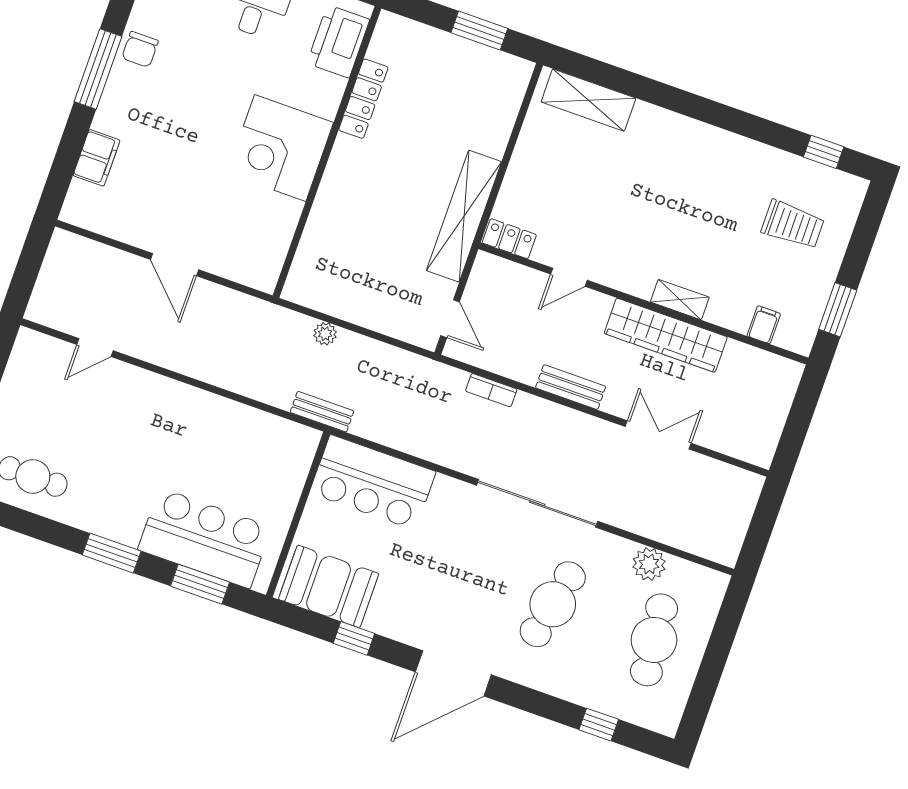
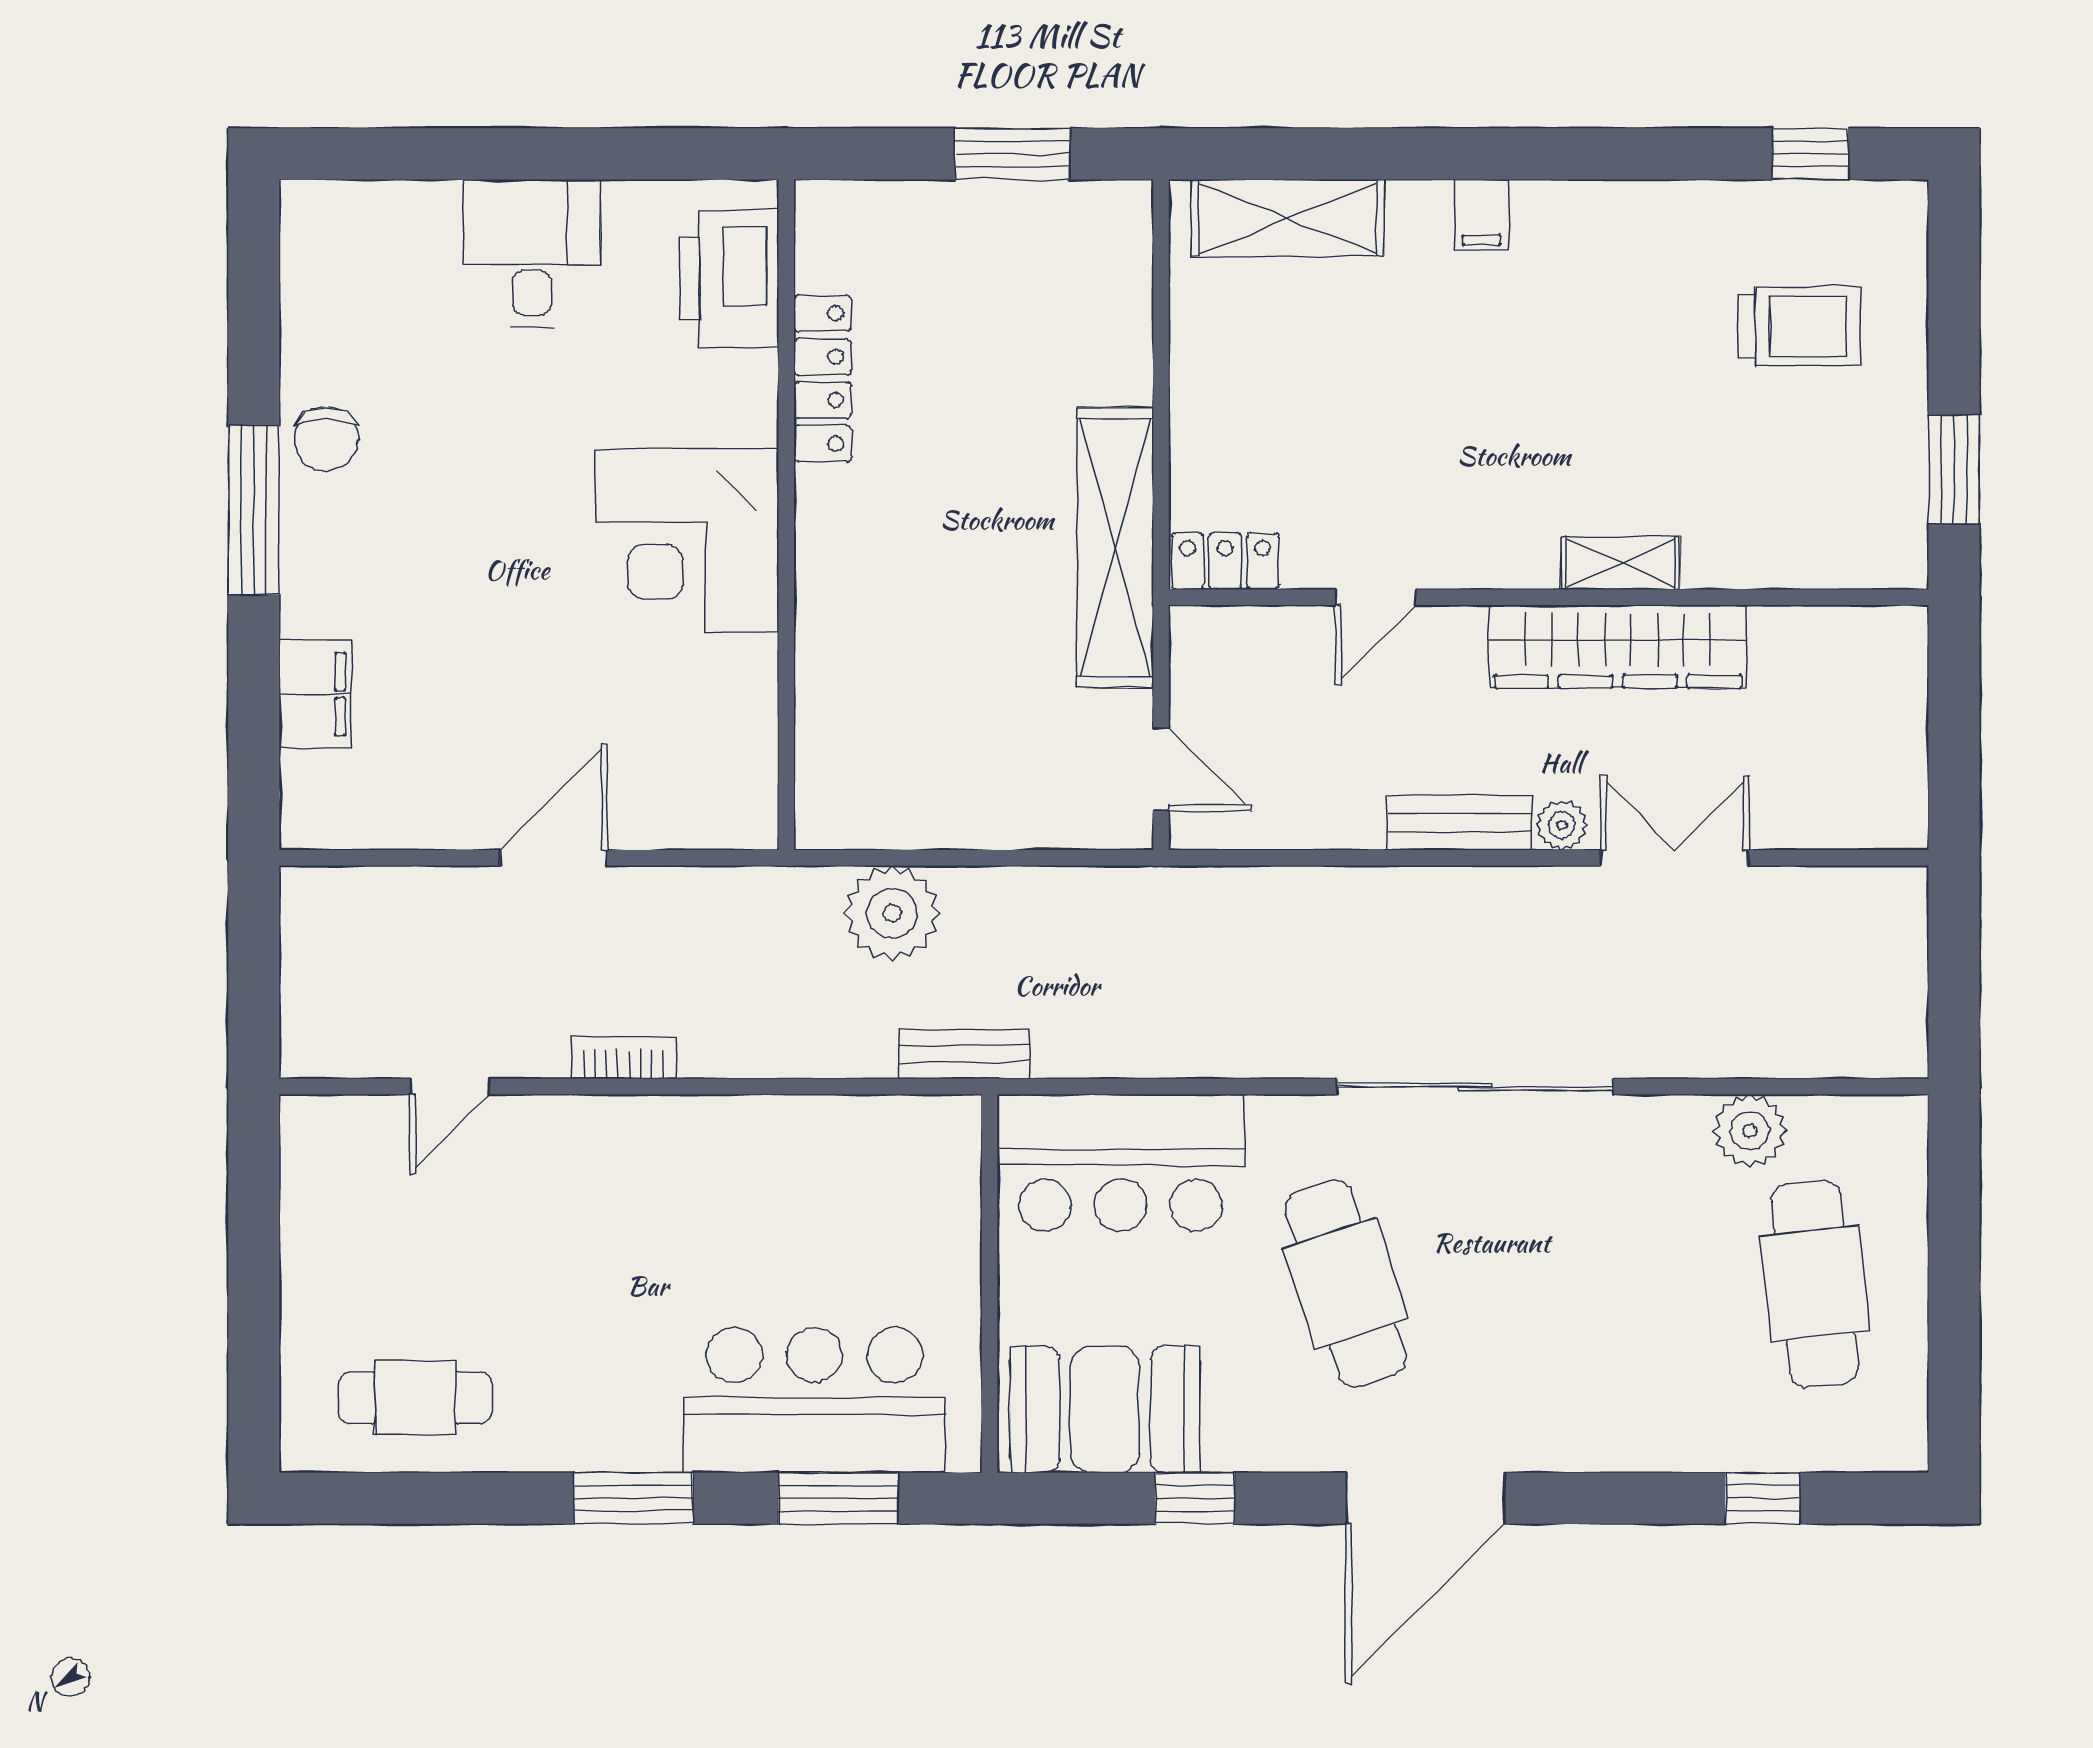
door: (175, 265) -> (554, 858), swing flipped
filing cabinet: (764, 325) -> (1481, 215), moved, turned 180
plant: (325, 334) -> (892, 913), width x1.87, depth x1.87
bookcase: (491, 390) -> (624, 1058), moved, turned 180
plant: (614, 404) -> (1562, 825), added
cafe table: (553, 604) -> (1346, 1284), moved, turned -30

